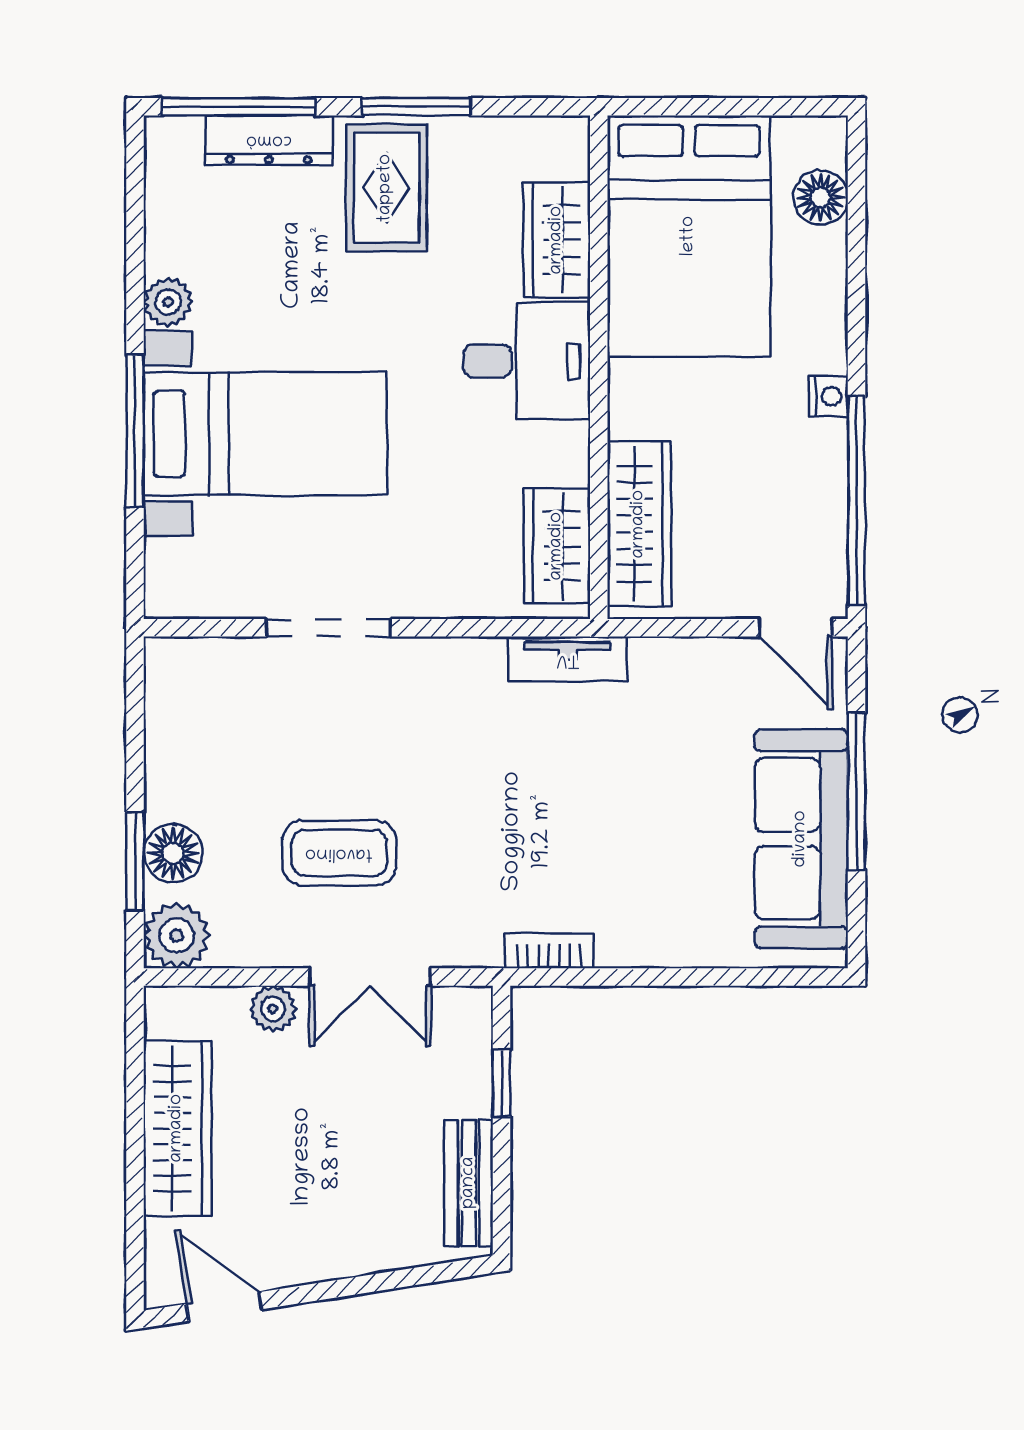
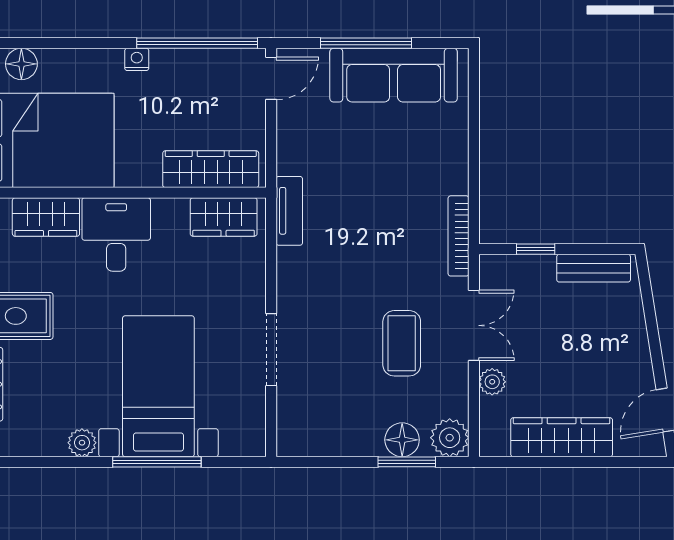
bookcase: (549, 951) -> (458, 236), width x1.56

